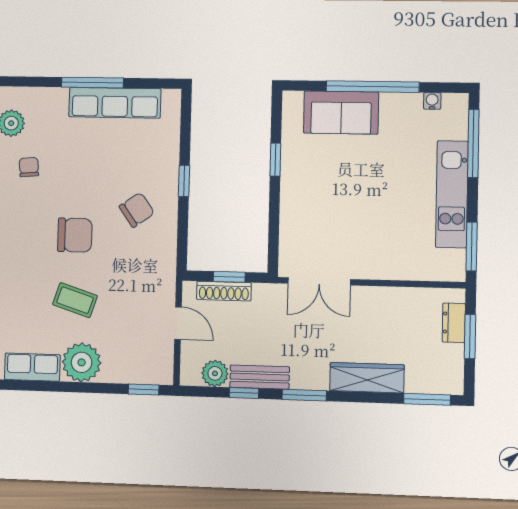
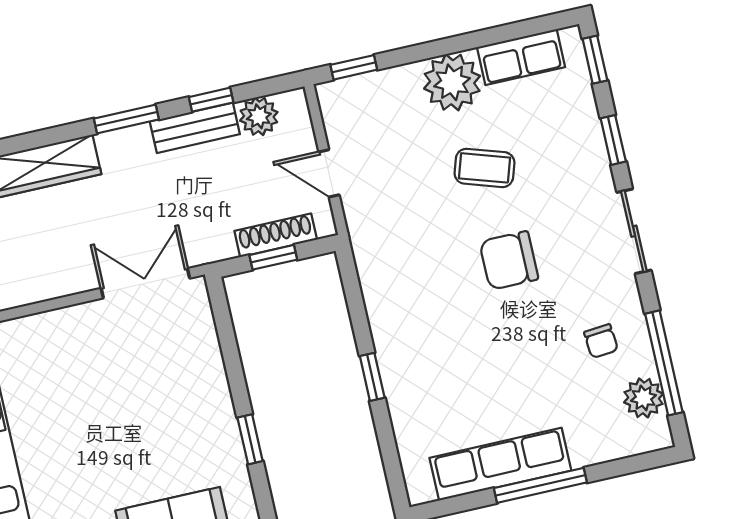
chair: (137, 210) -> (429, 319), removed

